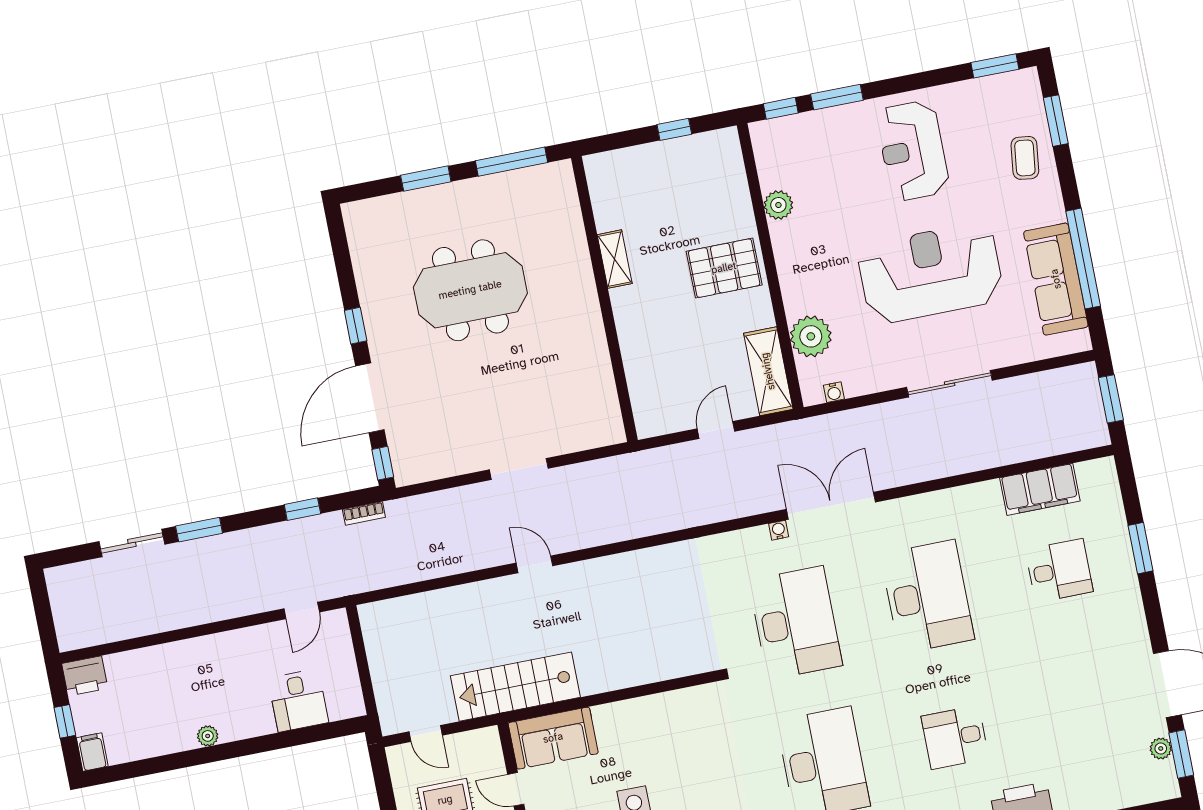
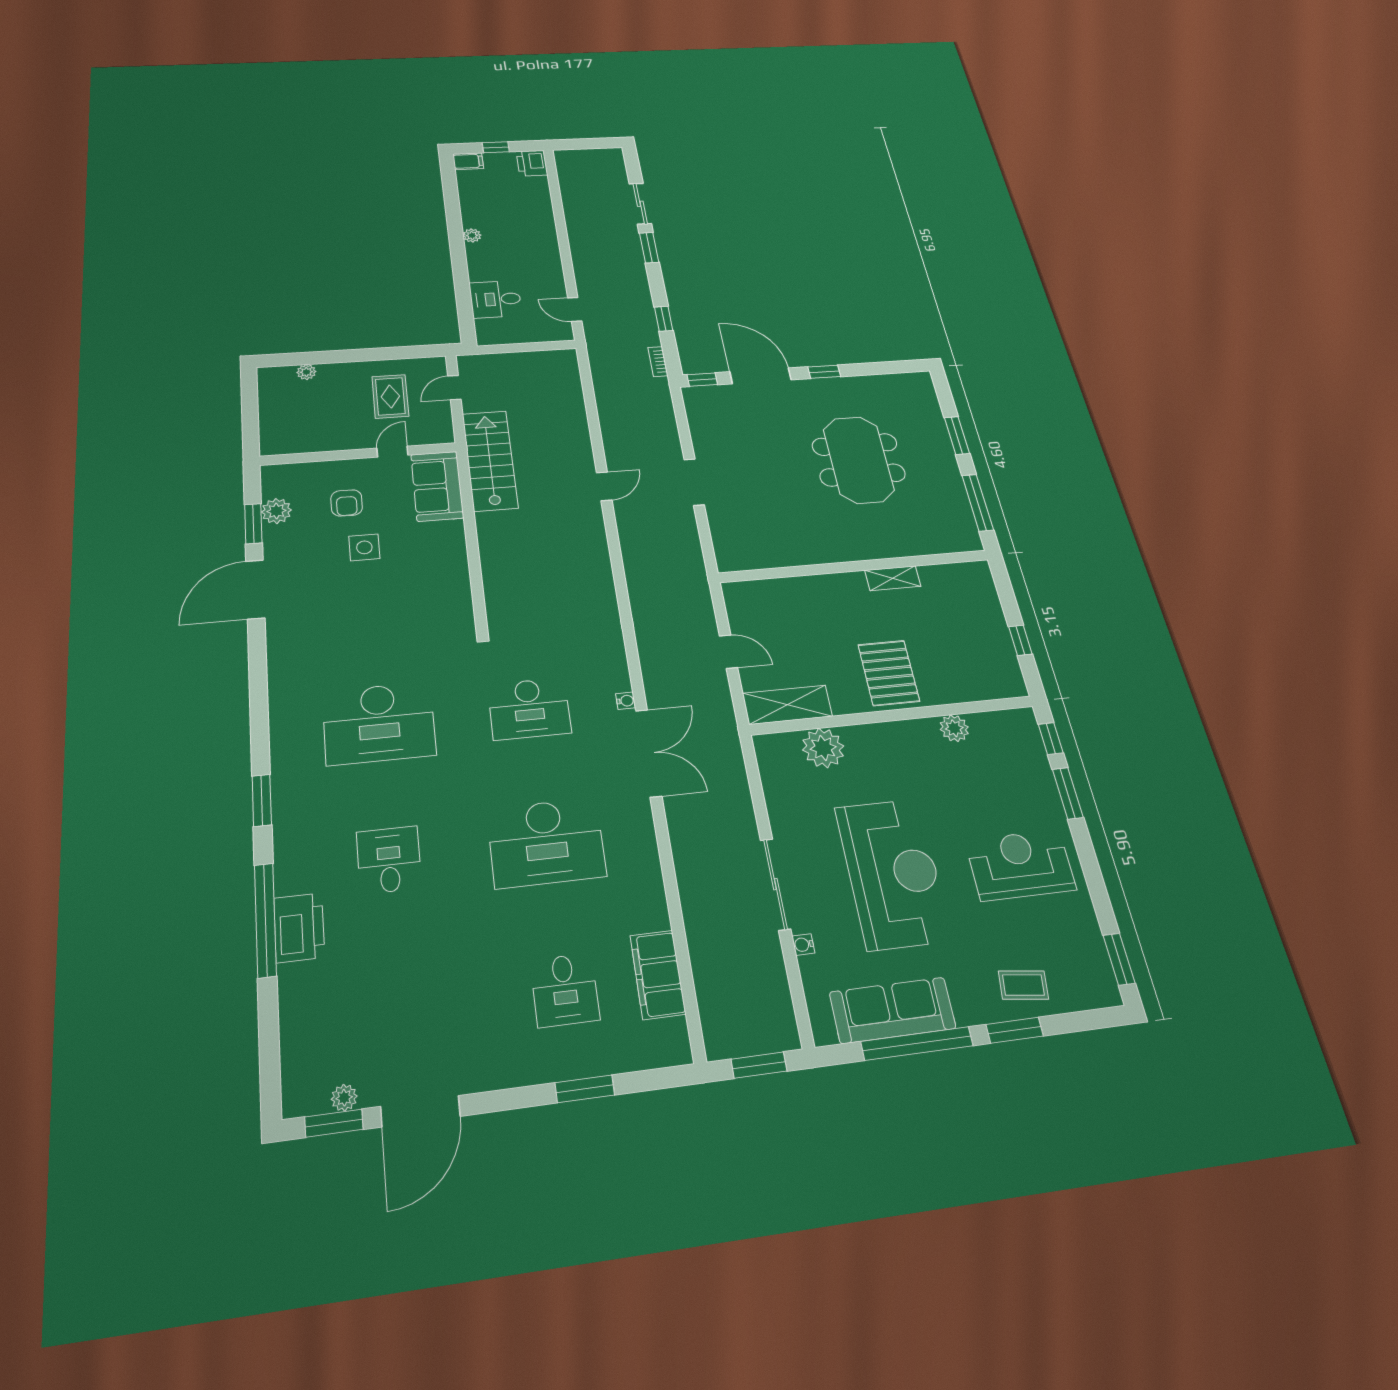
window: (1056, 121) -> (1015, 1030), moved
water cooler: (834, 392) -> (803, 945), moved
desk: (795, 623) -> (529, 709), width x0.73, depth x0.77

